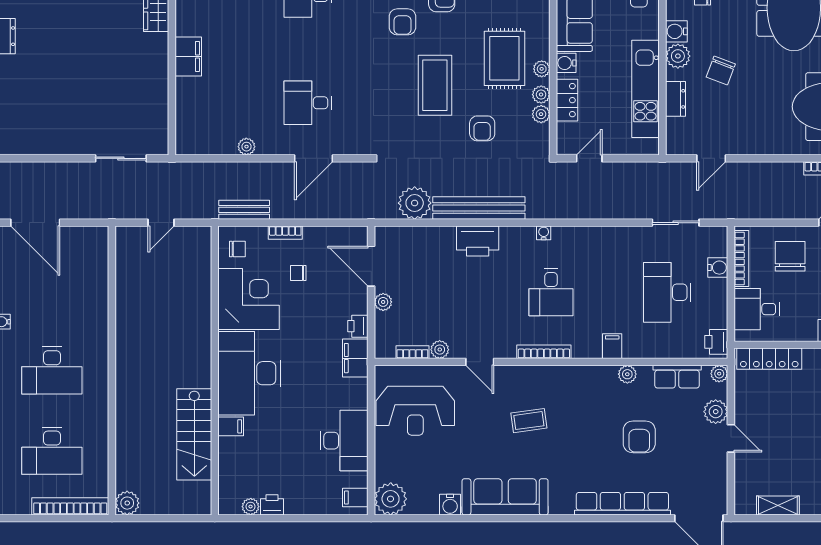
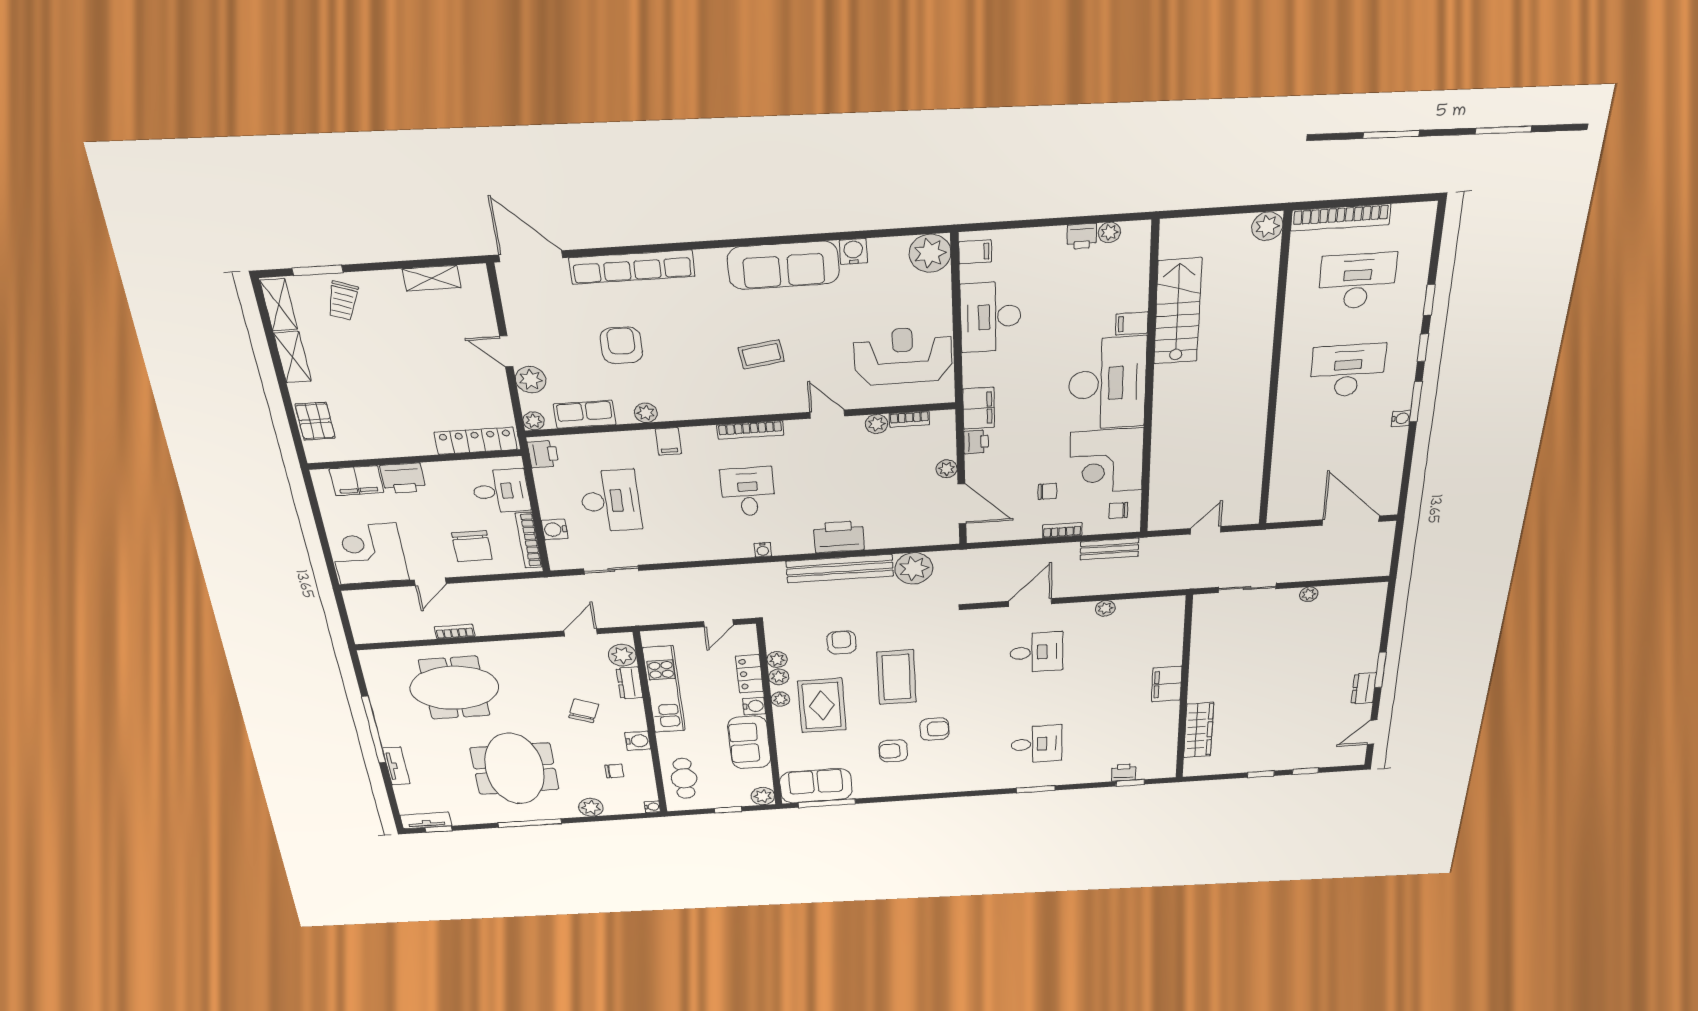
armchair: (402, 22) -> (934, 729), turned 90
plant: (678, 56) -> (622, 655), moved
plant: (65, 147) -> (1309, 594), added

